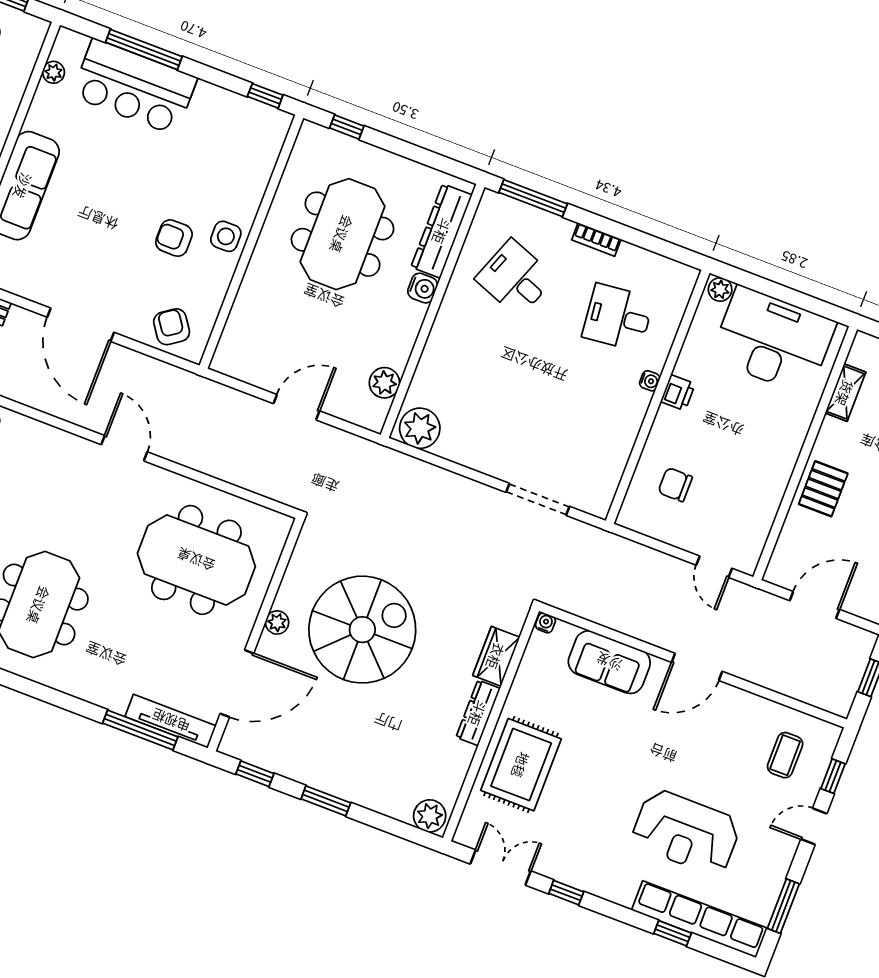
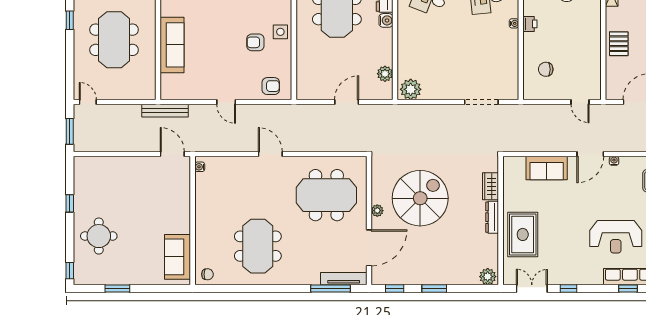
door: (81, 325) -> (226, 102), width x0.53
armchair: (172, 327) -> (271, 86), turned 125
water cooler: (545, 623) -> (614, 161), moved

